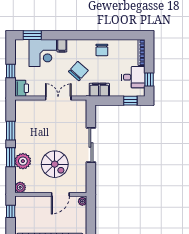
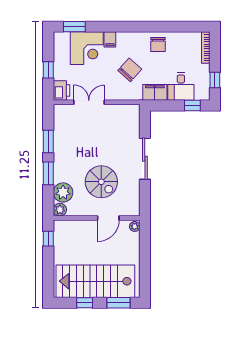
desk: (133, 77) -> (181, 86), moved, turned 90
double door: (58, 98) -> (89, 102), moved
plant: (23, 161) -> (63, 192), moved

